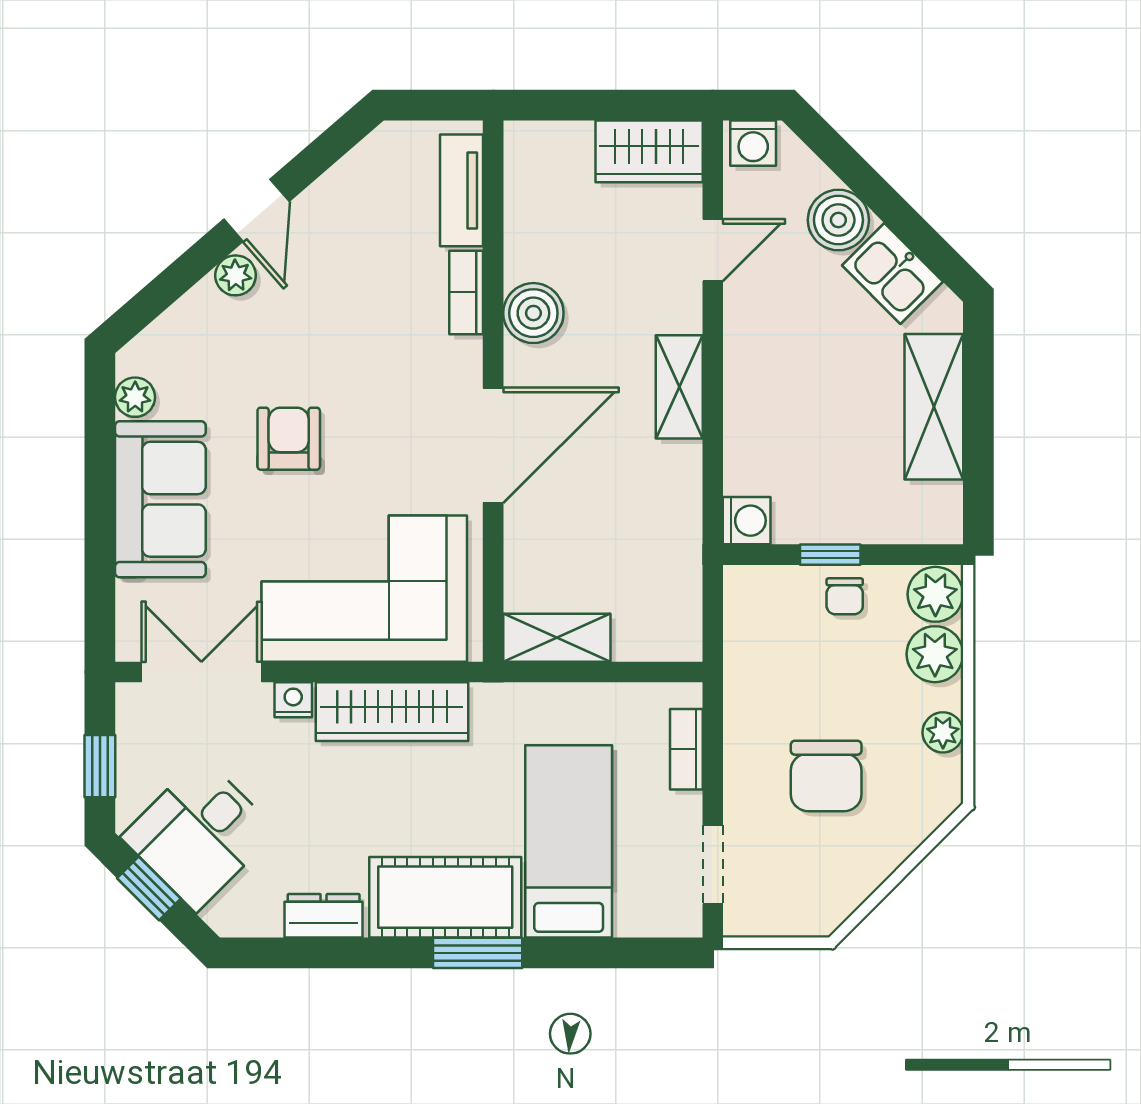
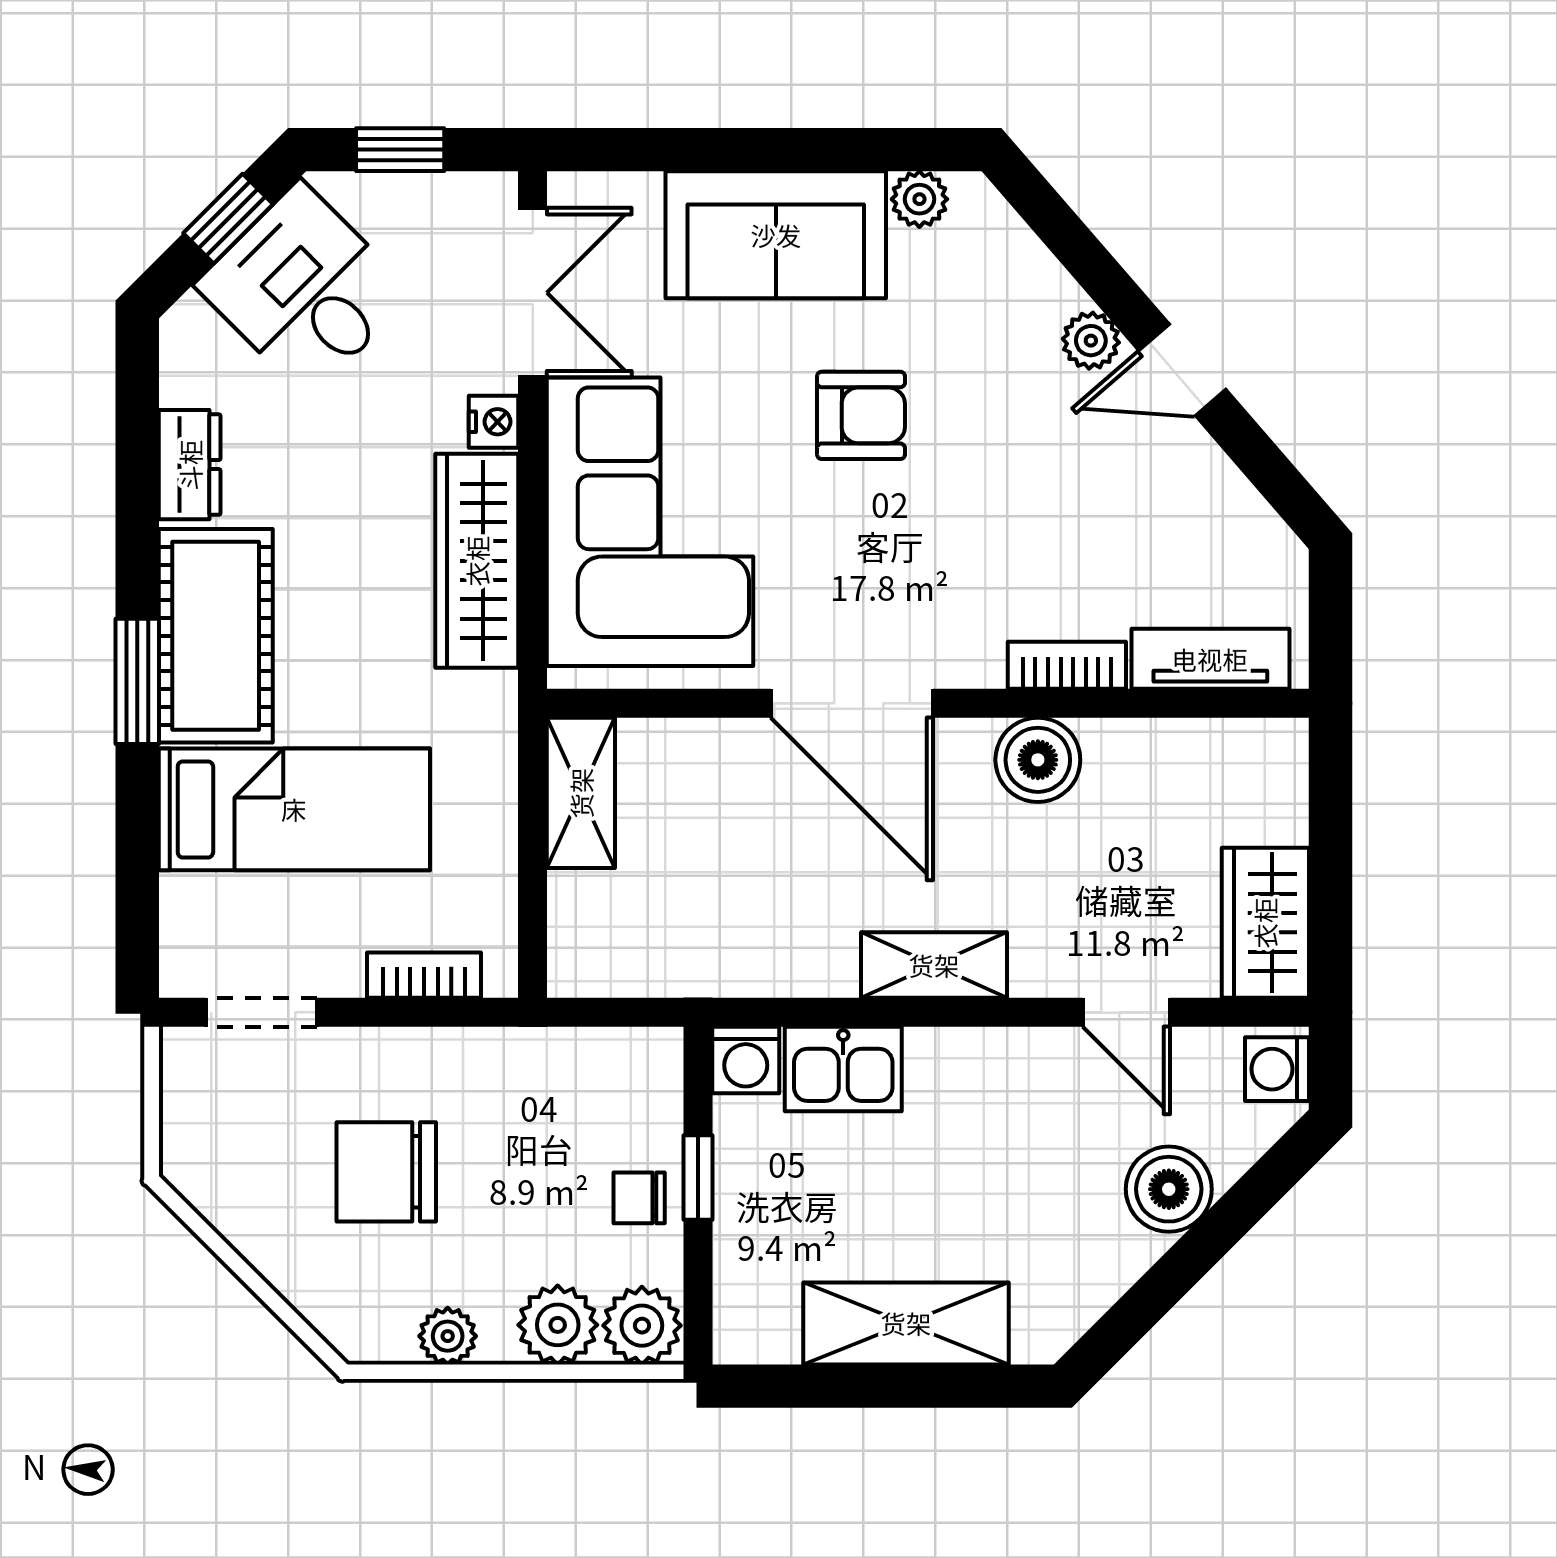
kitchen sink: (892, 274) -> (843, 1069), moved, turned -135

